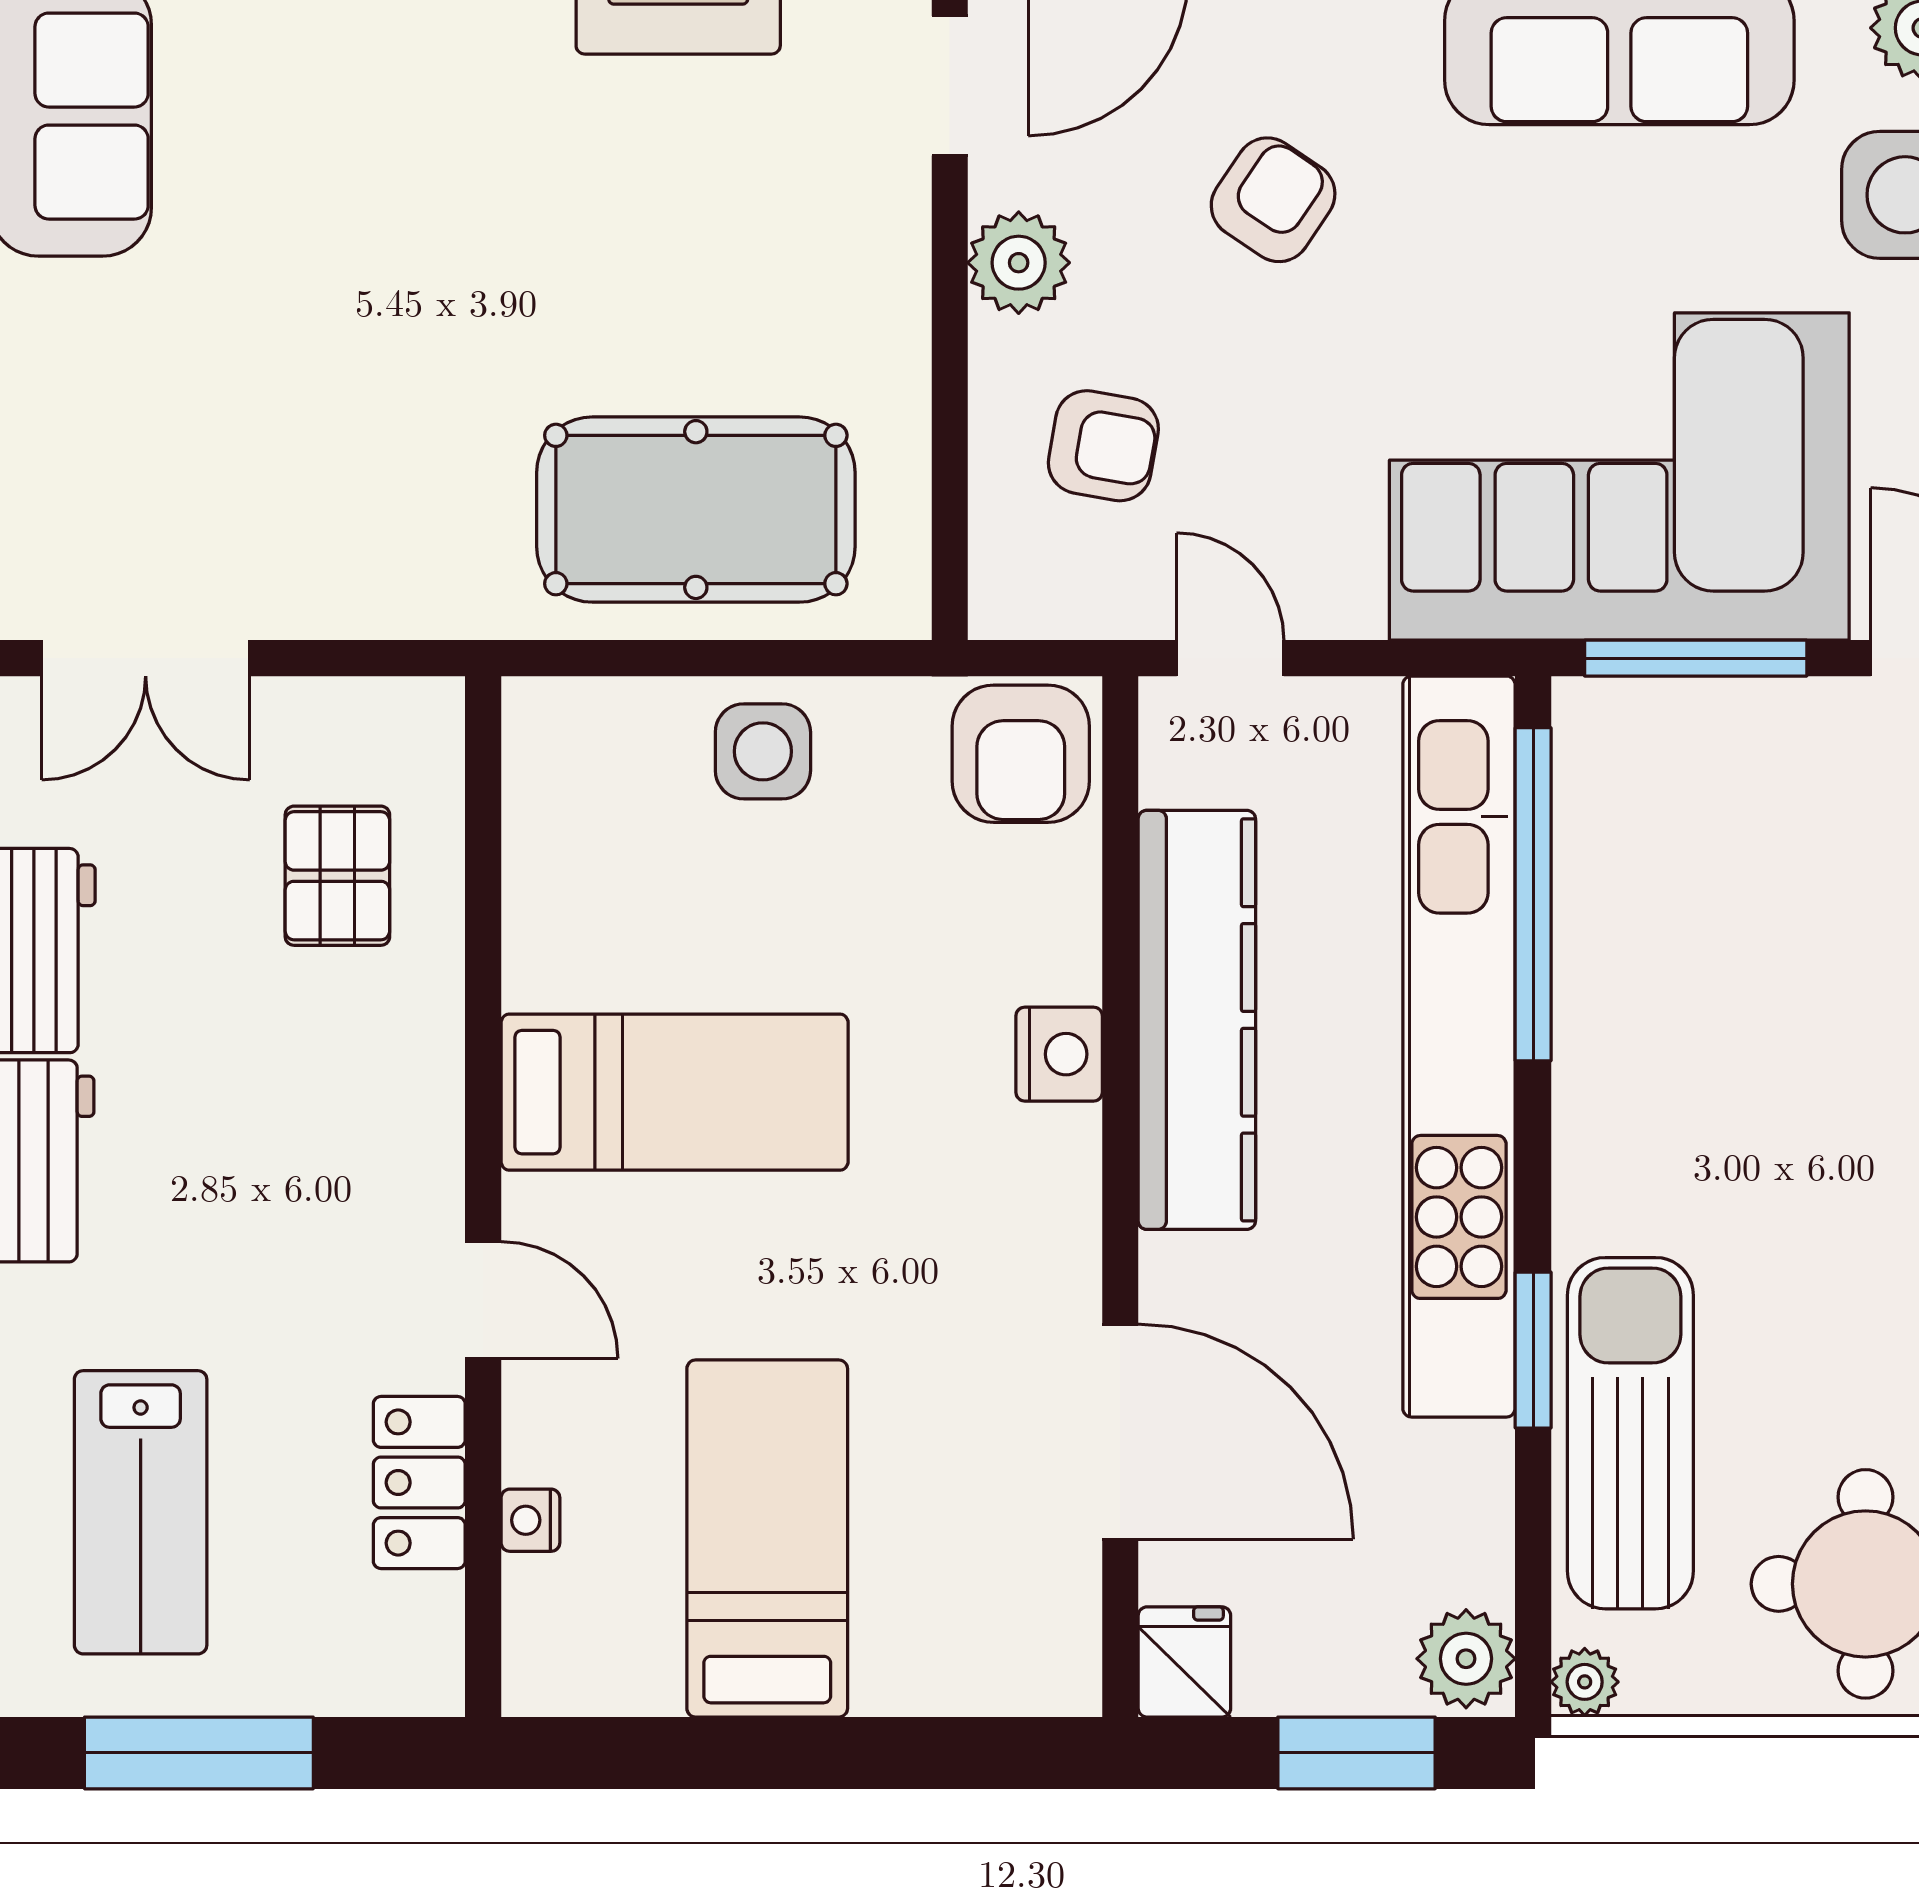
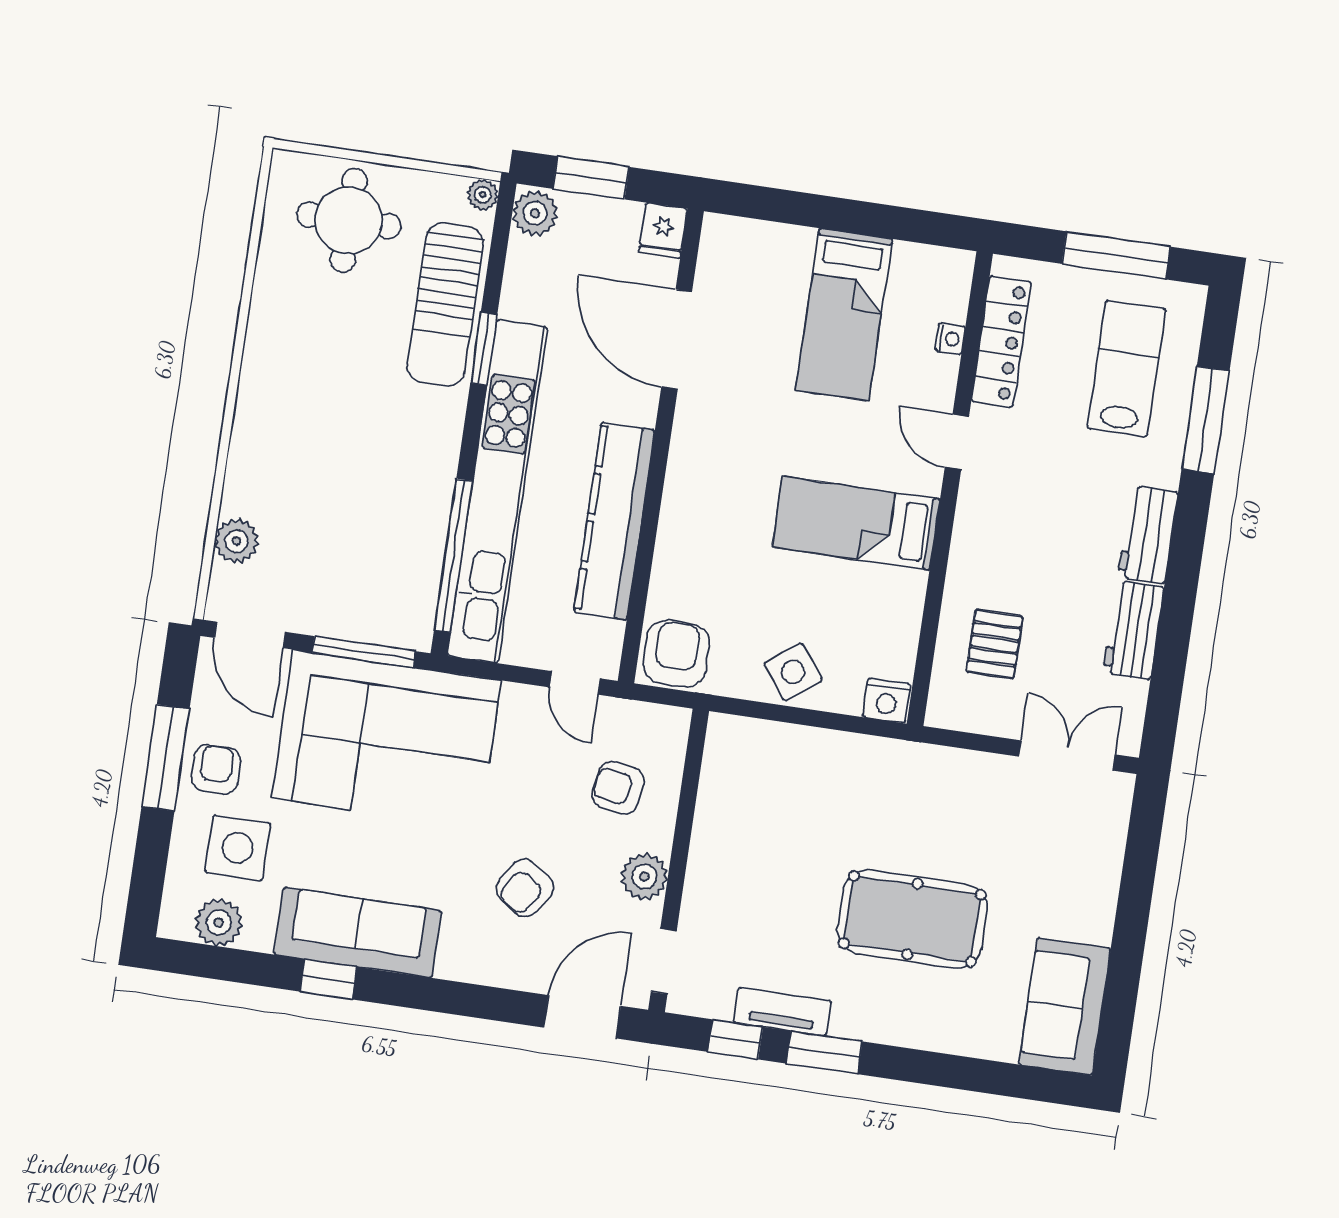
pool table: (696, 510) -> (912, 919), moved
side table: (763, 751) -> (793, 672), turned -37
nightstand: (1059, 1054) -> (887, 701), moved, turned -90
locker: (419, 1483) -> (1001, 342), width x1.53

